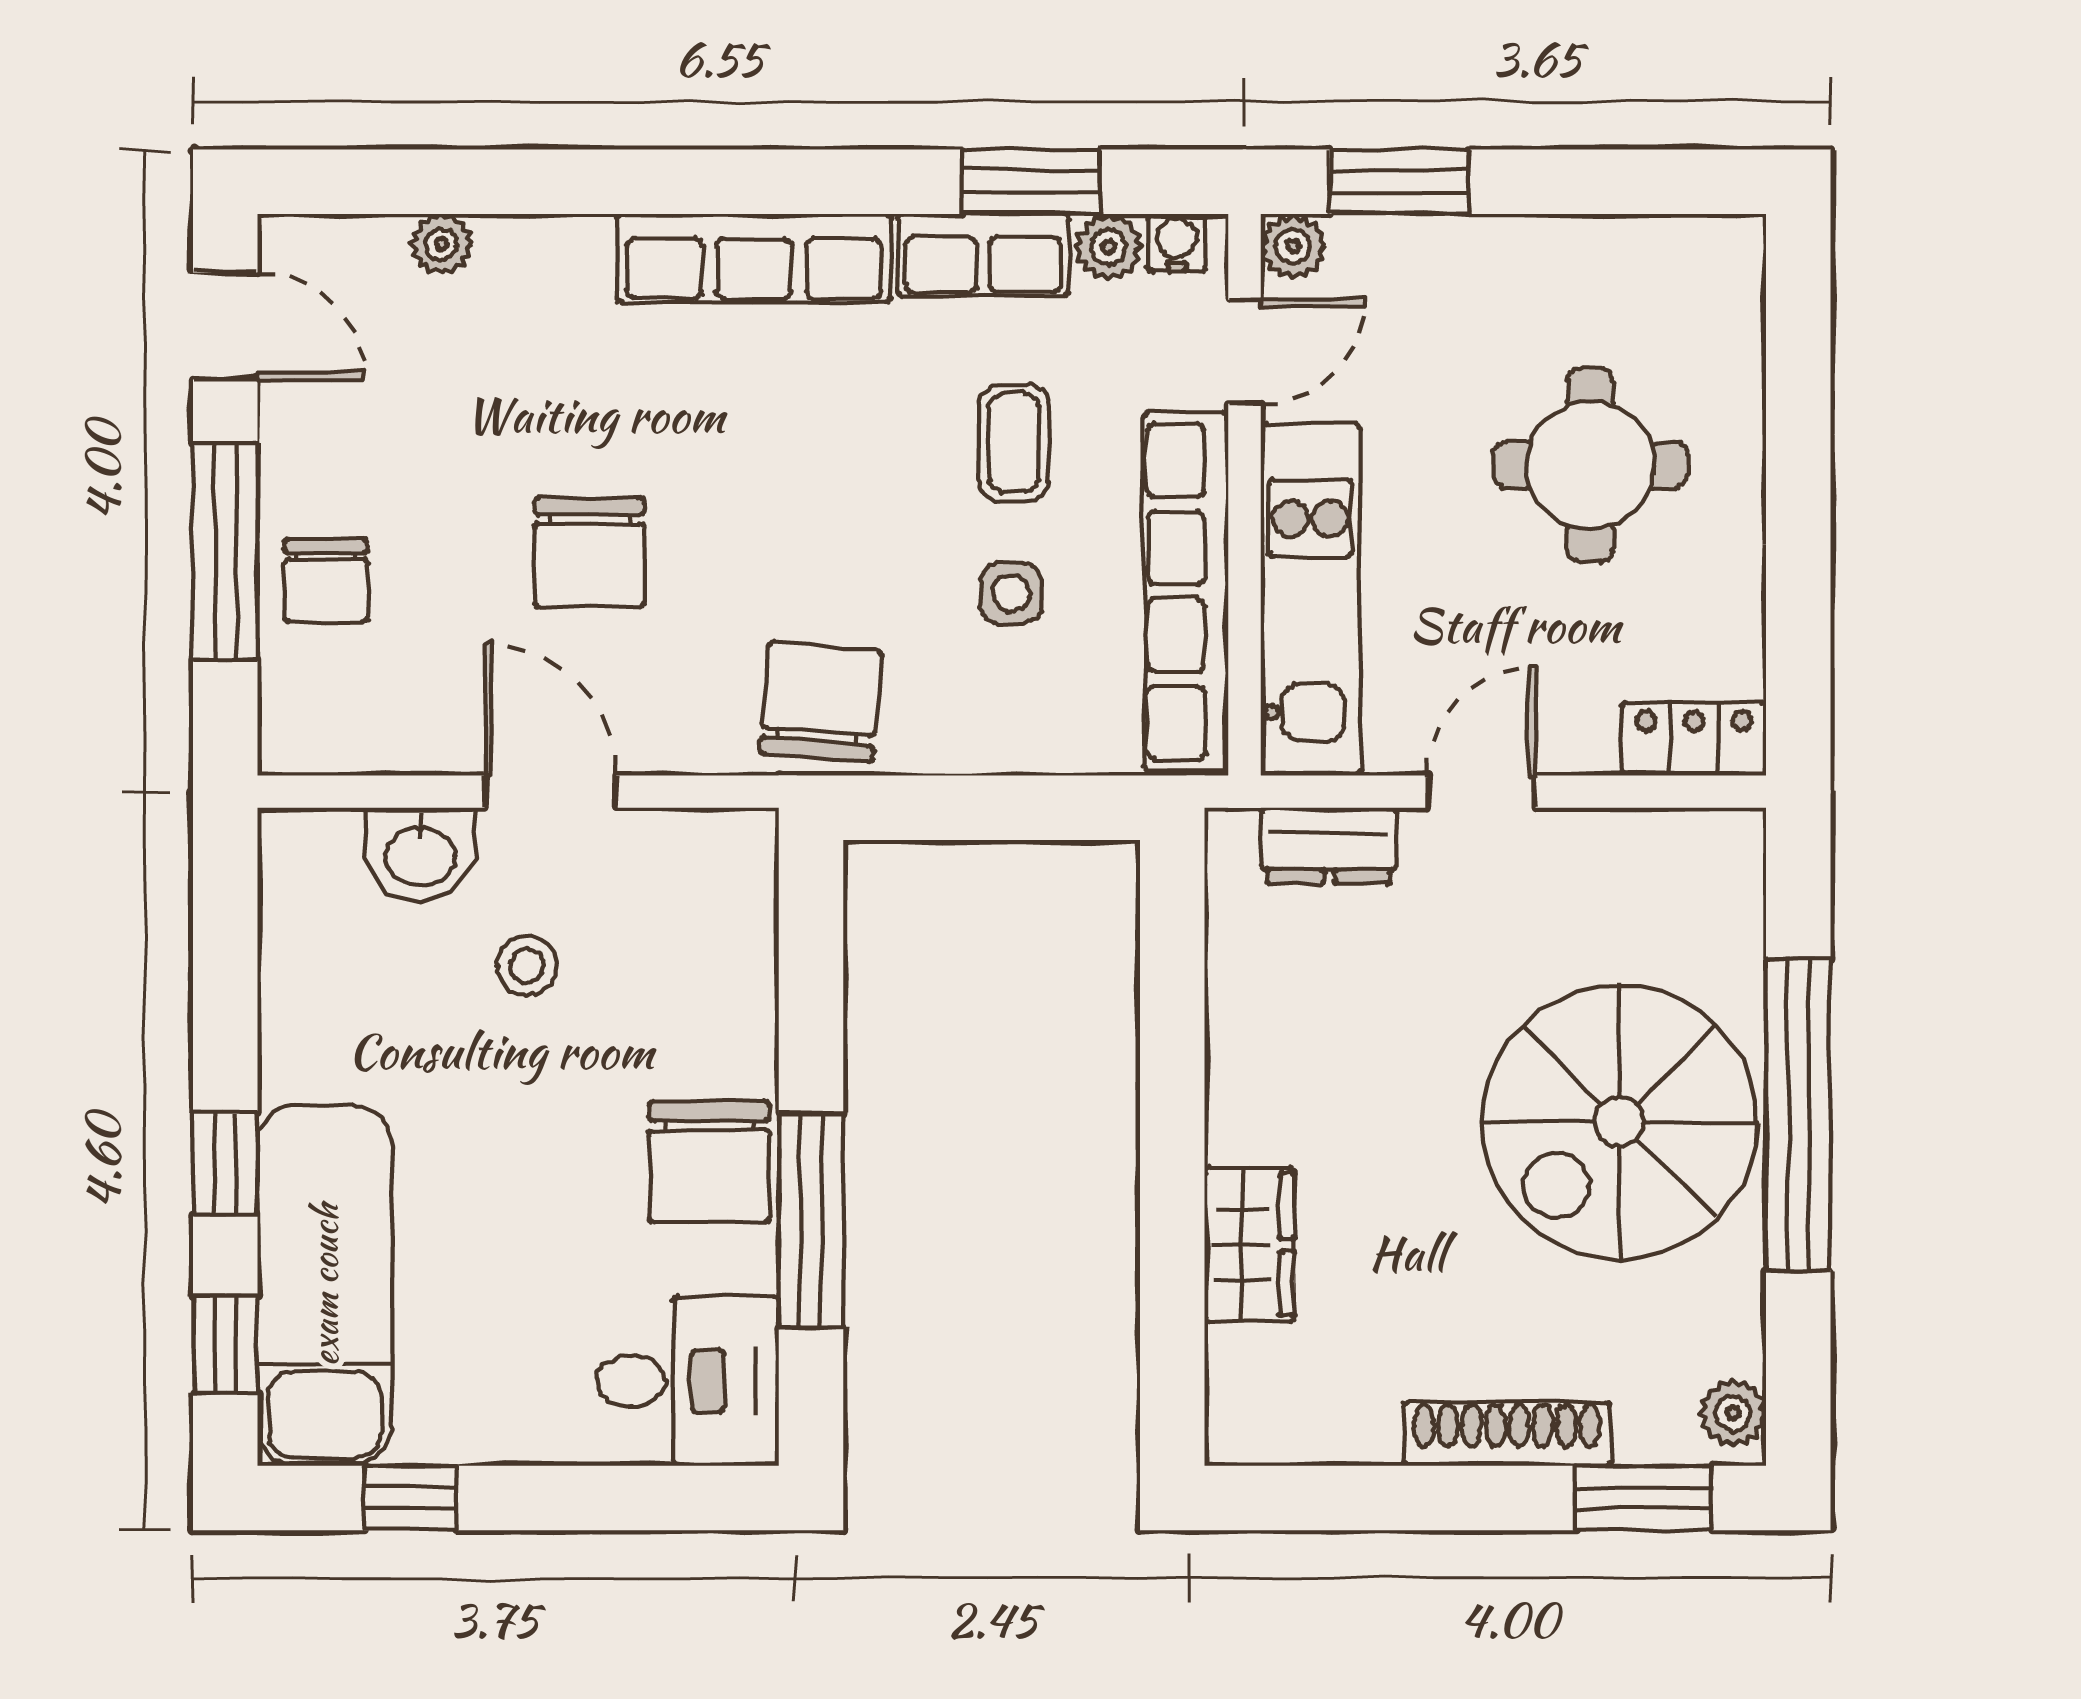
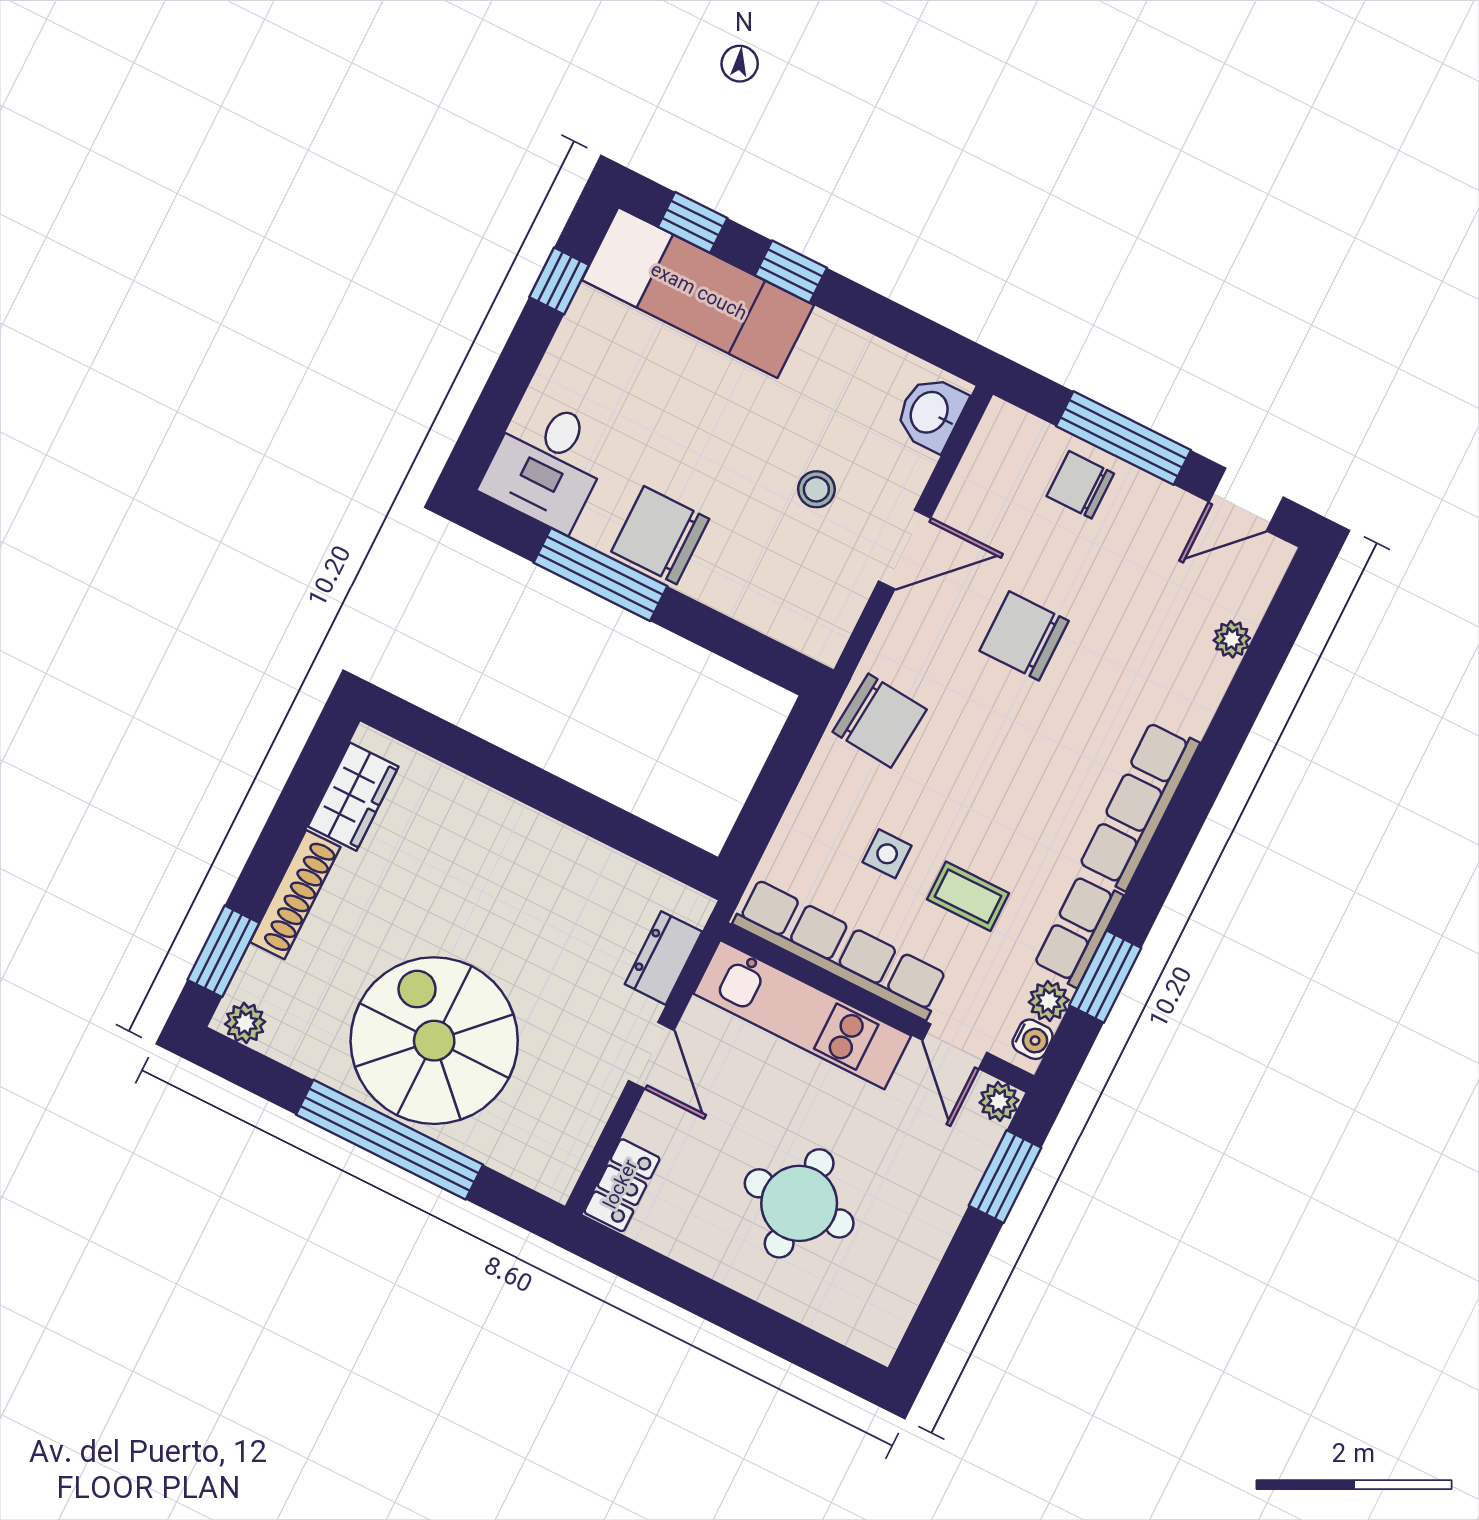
washbasin: (420, 854) -> (931, 413), moved
wardrobe: (1249, 1244) -> (353, 797), moved, turned -90

